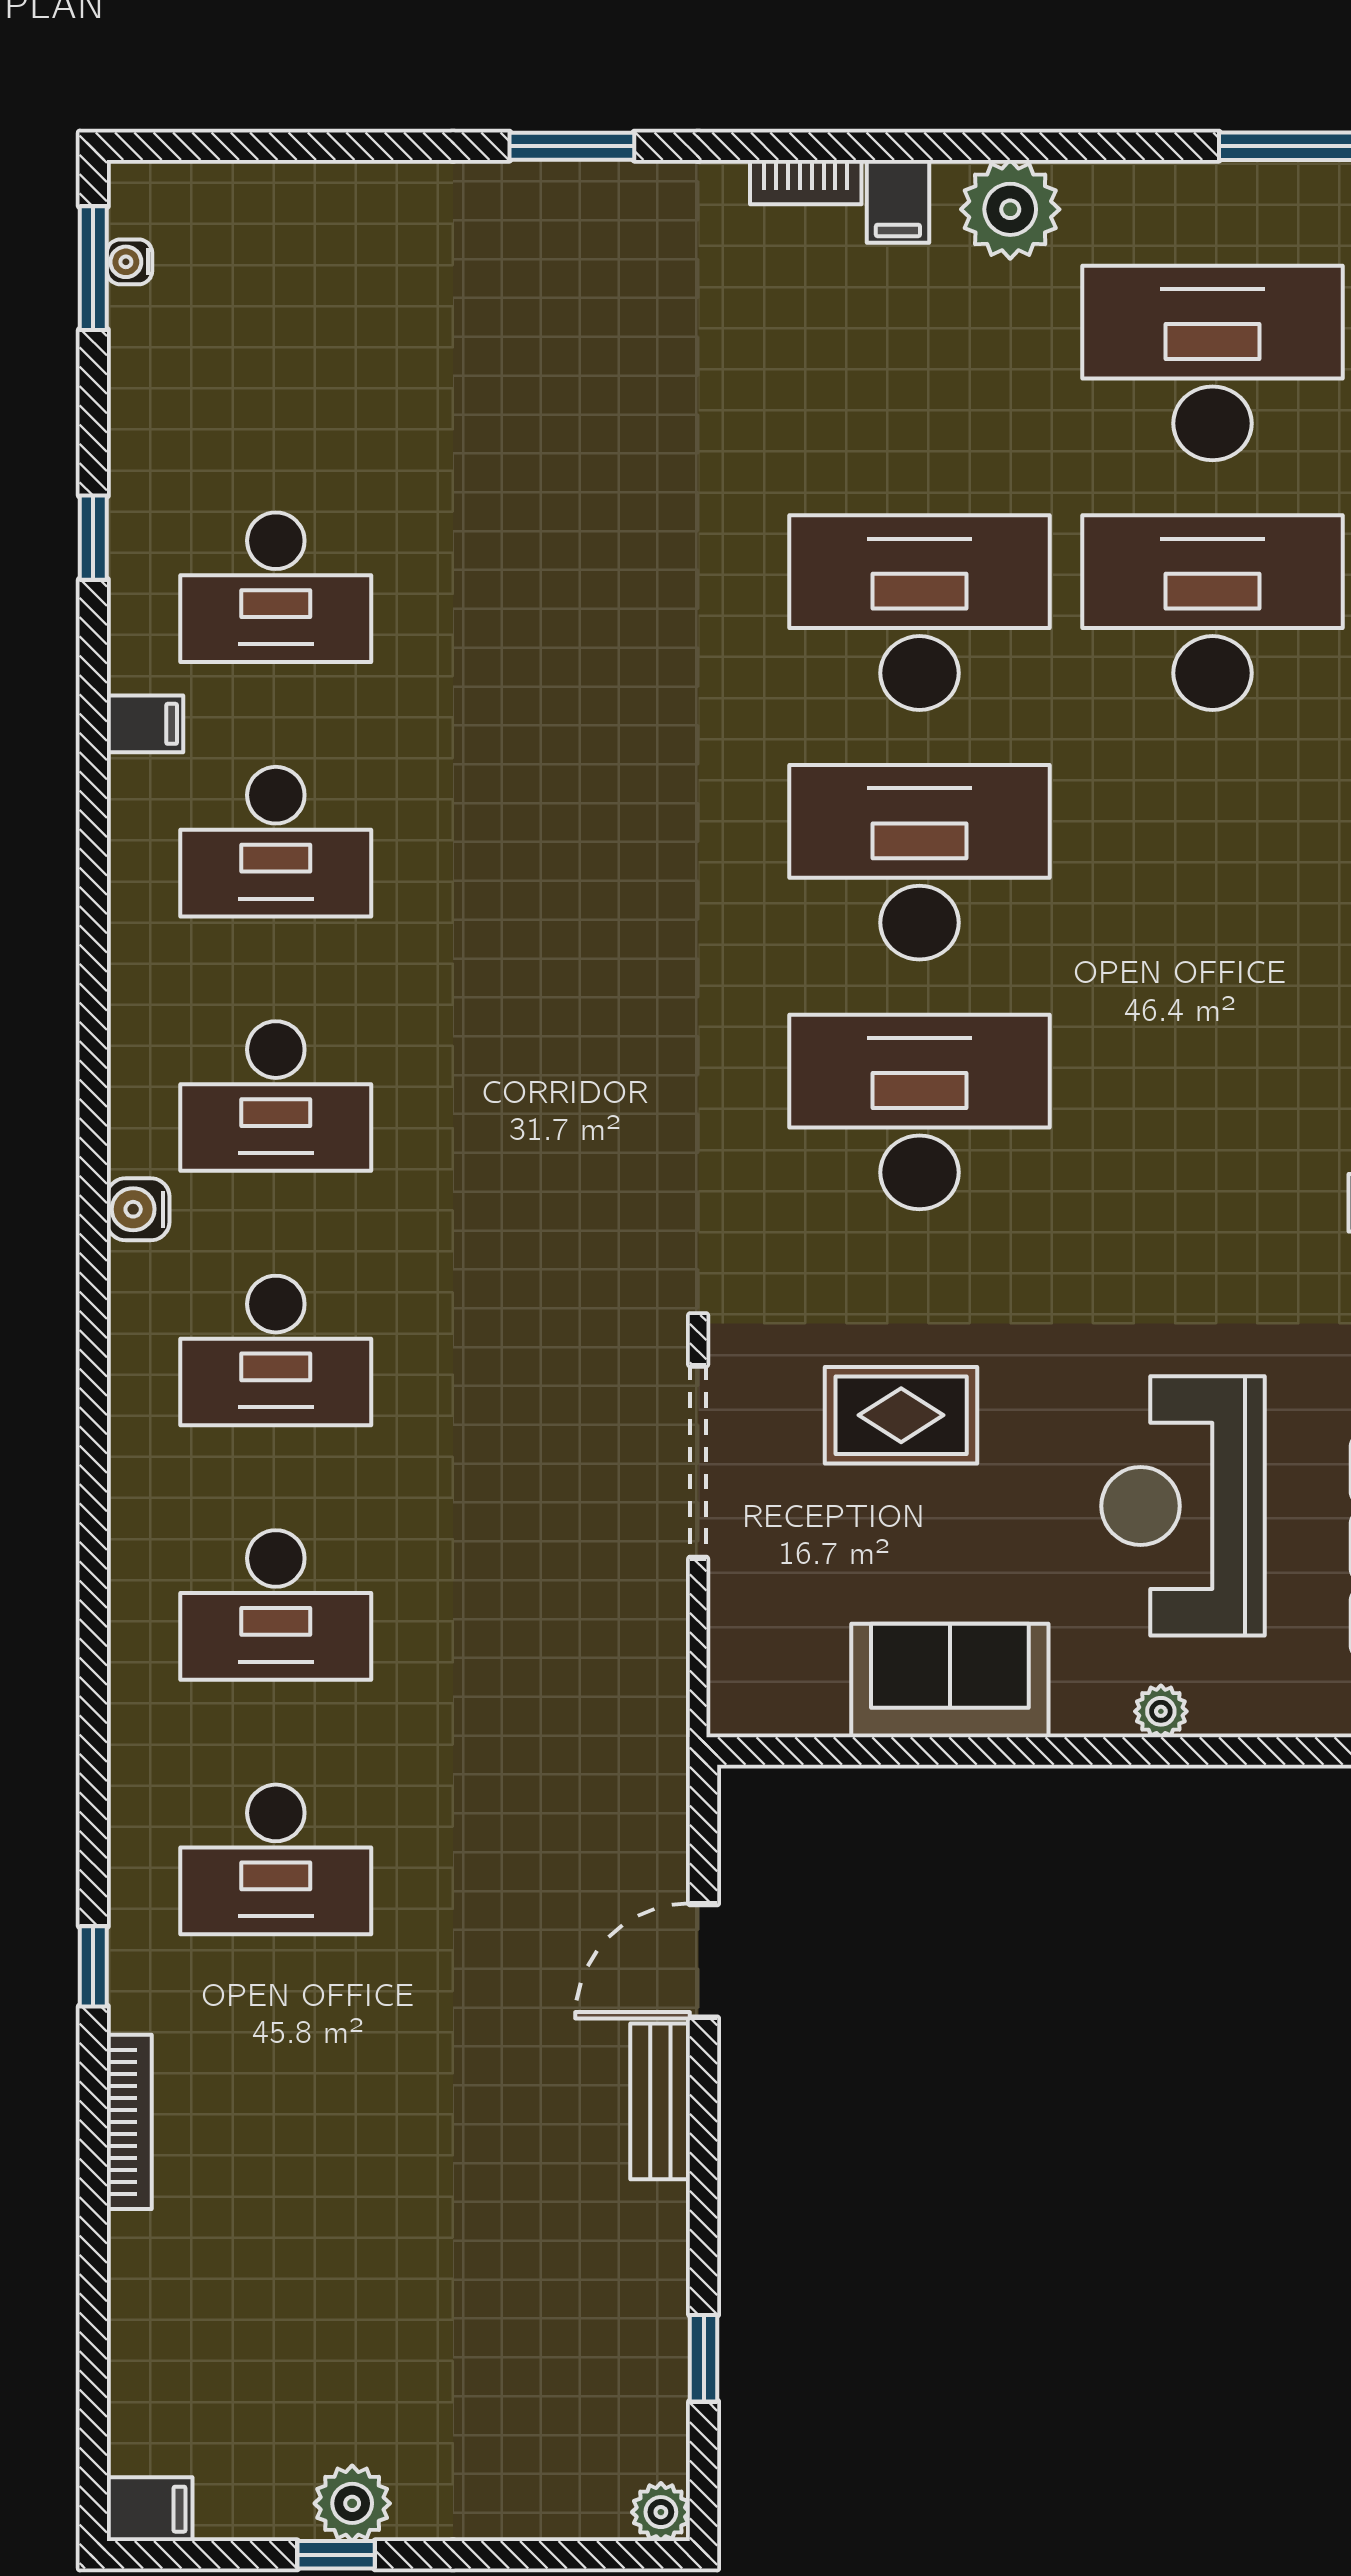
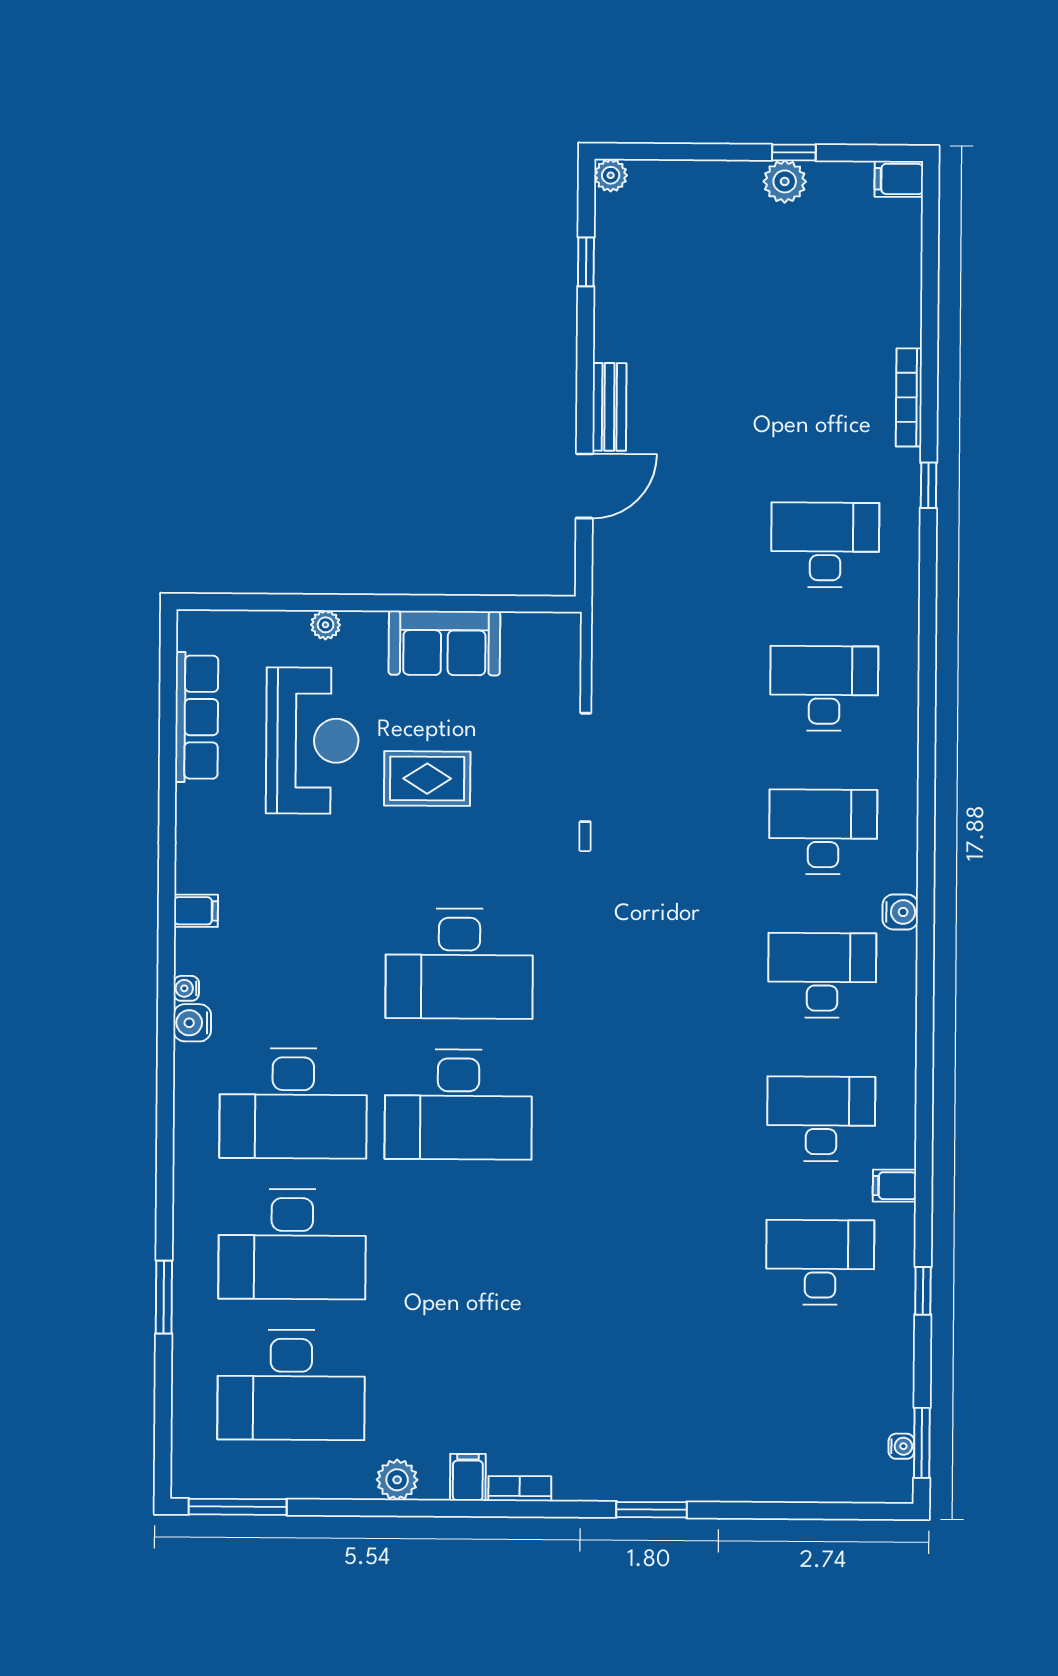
plant: (1010, 209) -> (397, 1480), width x0.73, depth x0.73
desk: (919, 613) -> (293, 1103), moved
rug: (901, 1415) -> (427, 779), moved

